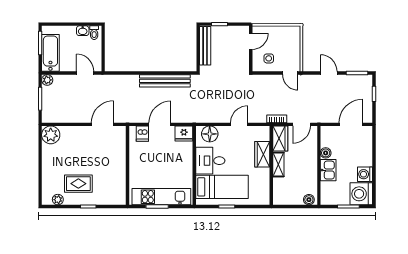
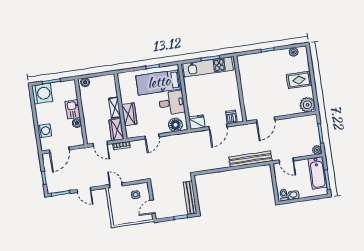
bench: (165, 81) -> (250, 159), moved
door: (302, 124) -> (100, 144), swing flipped
washing machine: (365, 174) -> (45, 131), moved
rug: (78, 184) -> (299, 80), moved

